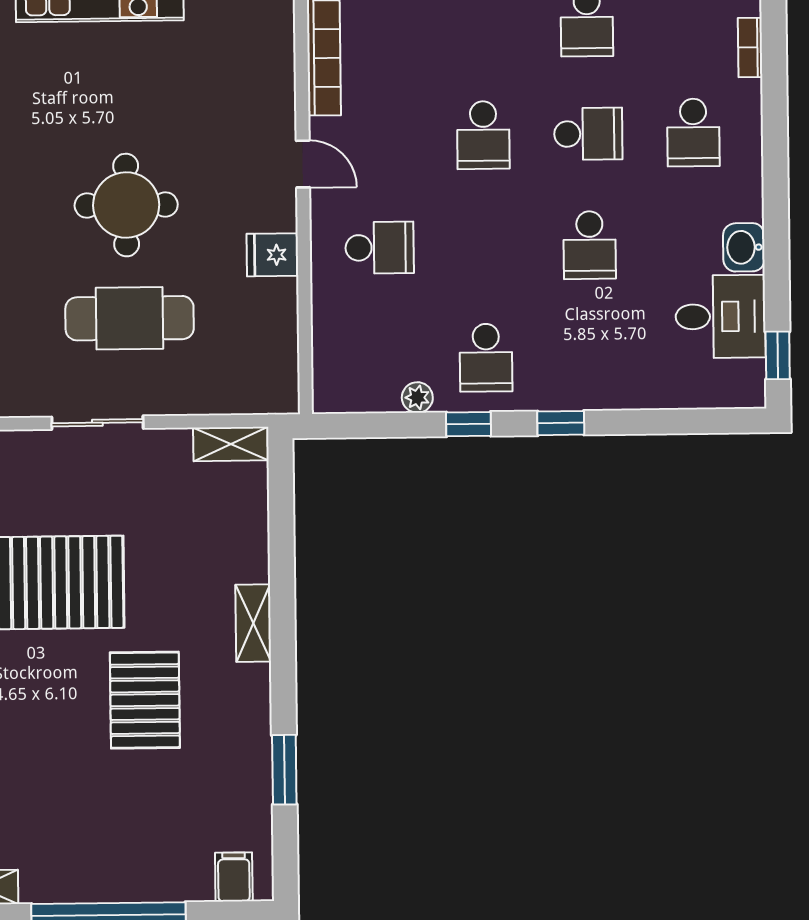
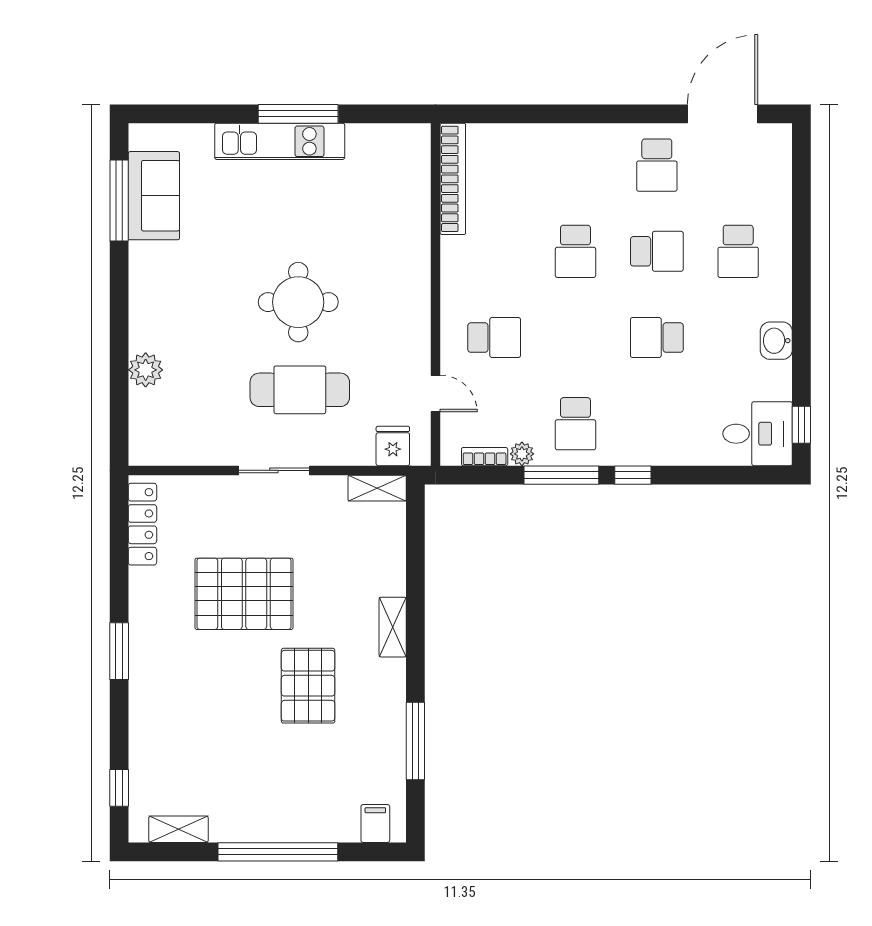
bookcase: (750, 48) -> (485, 457), moved, turned 90
door: (303, 164) -> (436, 394), moved
school desk: (590, 245) -> (657, 338), turned 90
fridge: (272, 255) -> (393, 446), moved, turned 90
desk: (721, 317) -> (758, 434), moved
window: (469, 424) -> (561, 475), width x2.17
window: (284, 770) -> (415, 741), width x1.44

